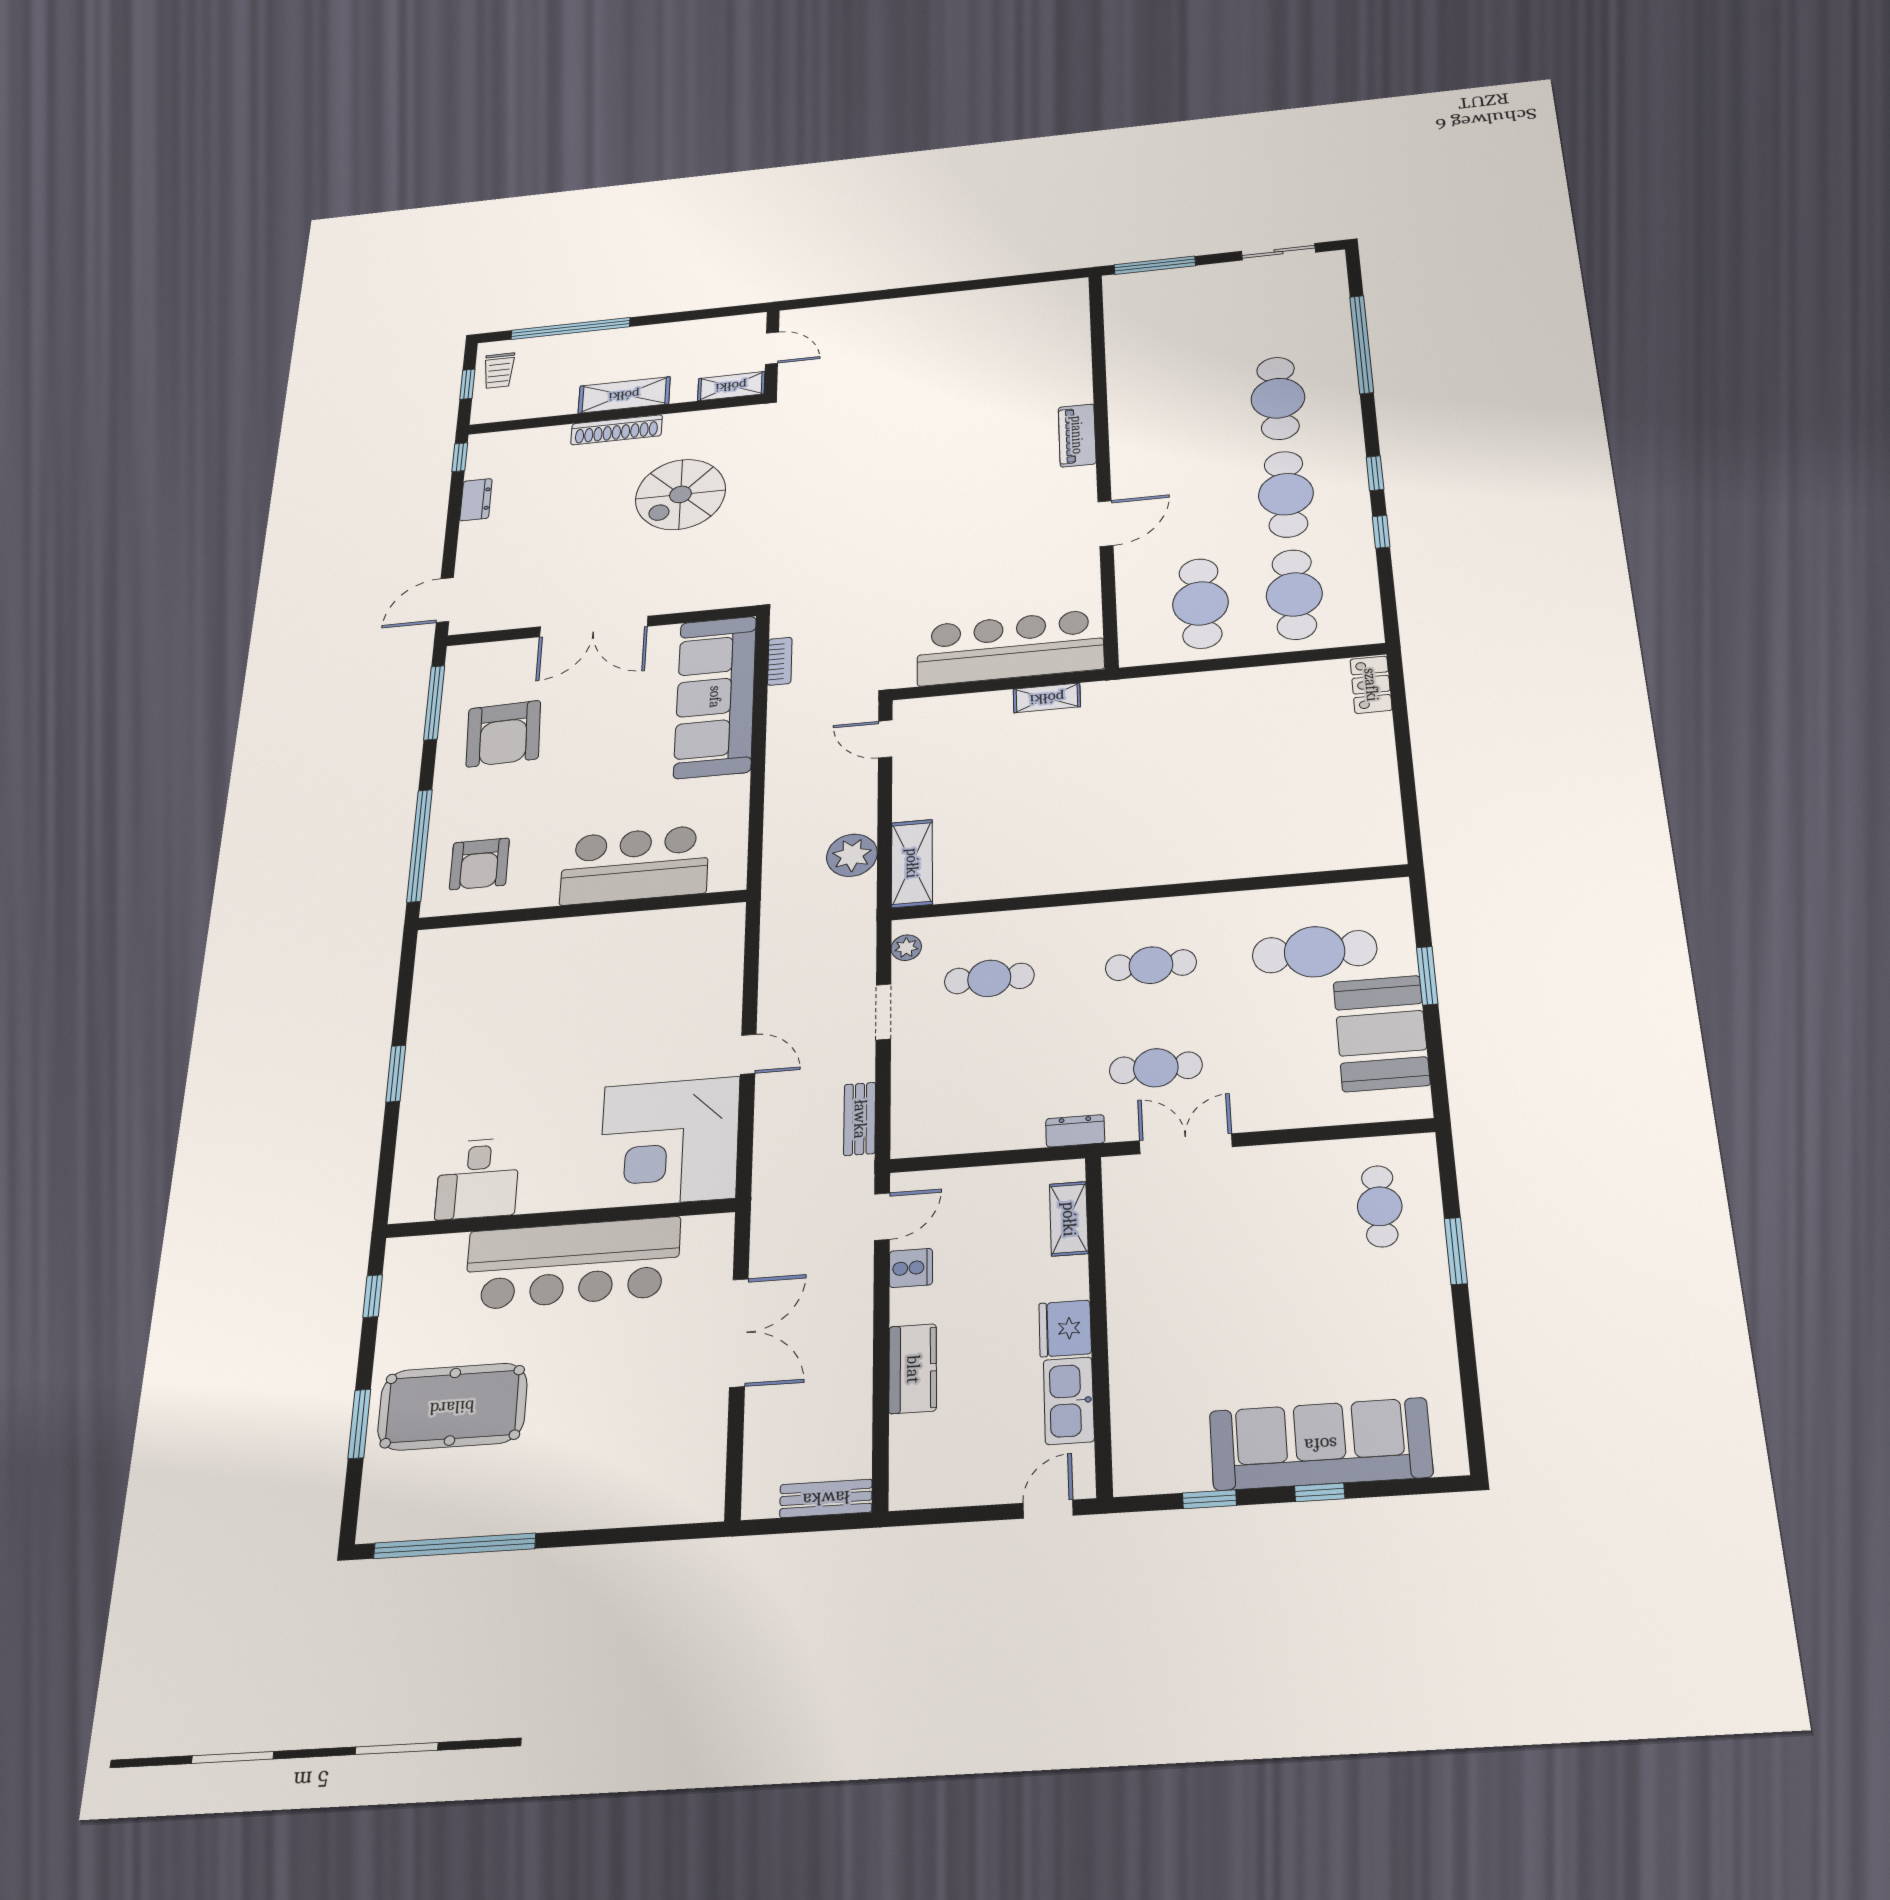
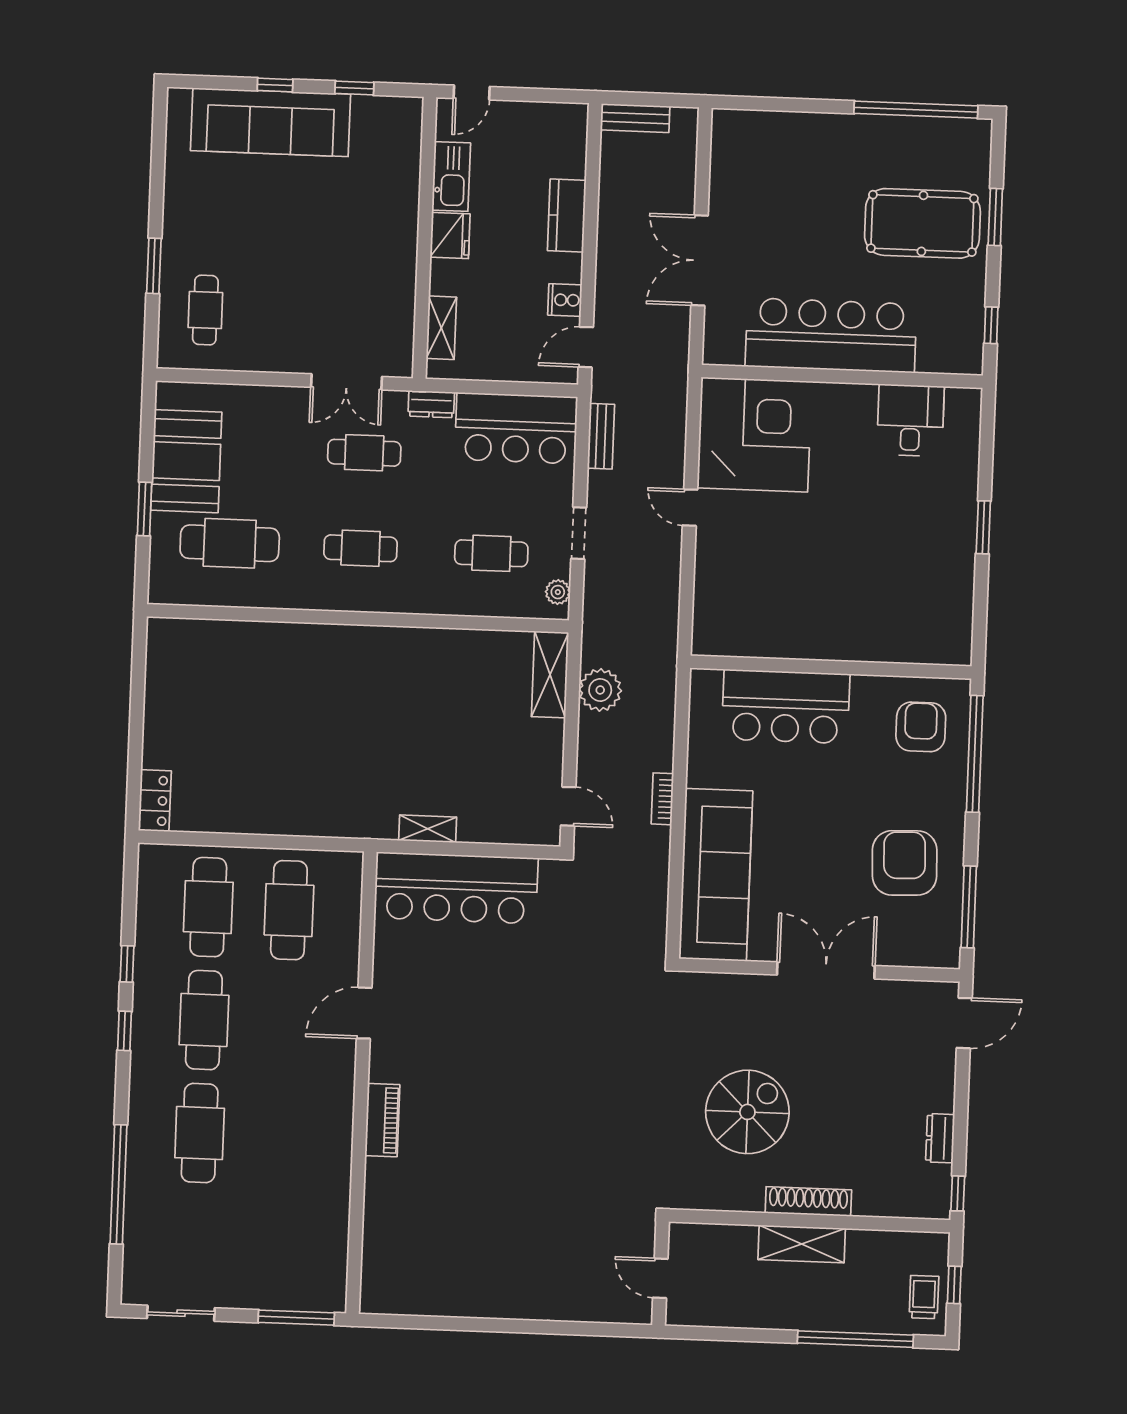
shelving: (731, 386) -> (700, 1237), removed
bookcase: (780, 661) -> (662, 799), moved
bar counter: (966, 1116) -> (516, 428), added

